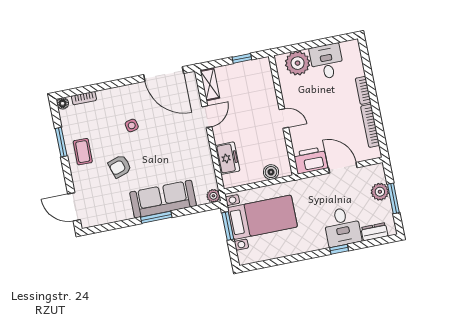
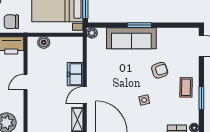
door: (284, 118) -> (26, 82), hinge flipped
freezer: (227, 158) -> (75, 74), moved
chair: (316, 190) -> (11, 22), added

